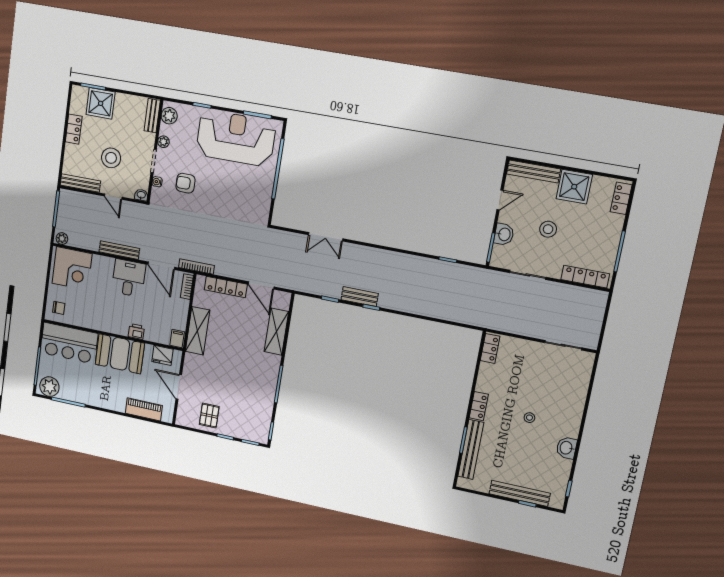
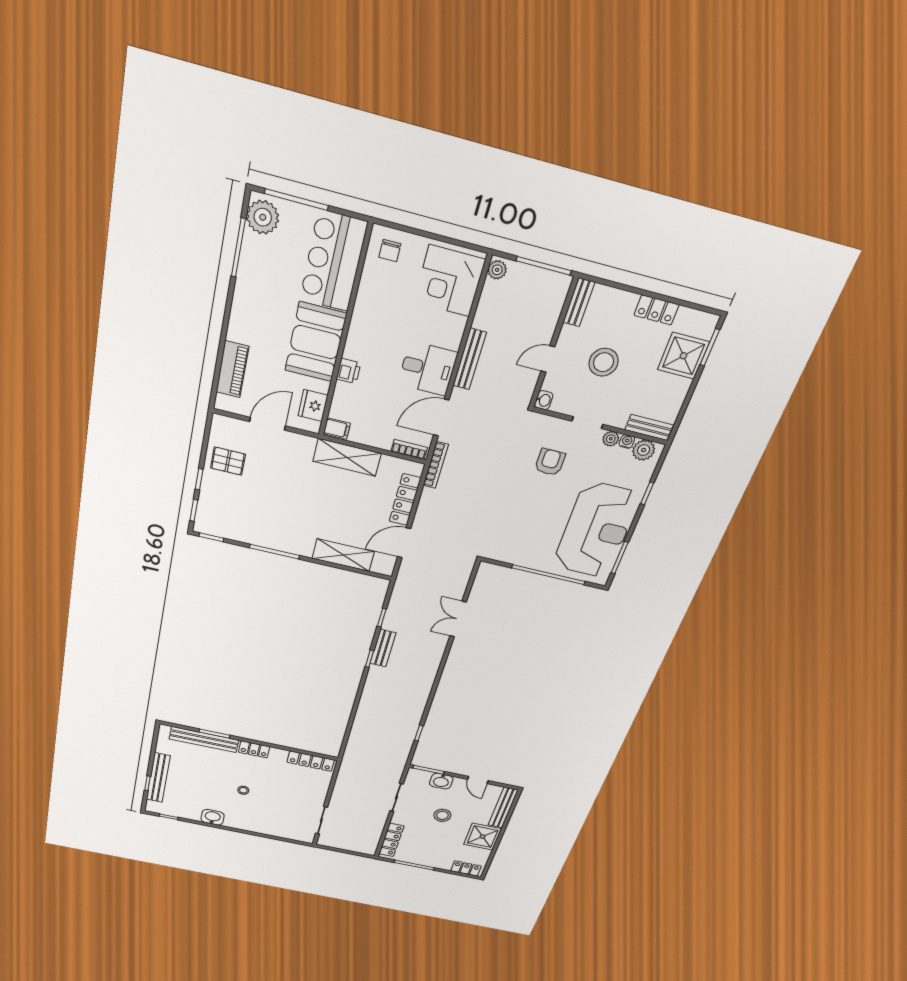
water cooler: (157, 182) -> (627, 441), moved
bench: (80, 183) -> (579, 302), width x0.73
locker: (490, 348) -> (311, 761), width x1.53

